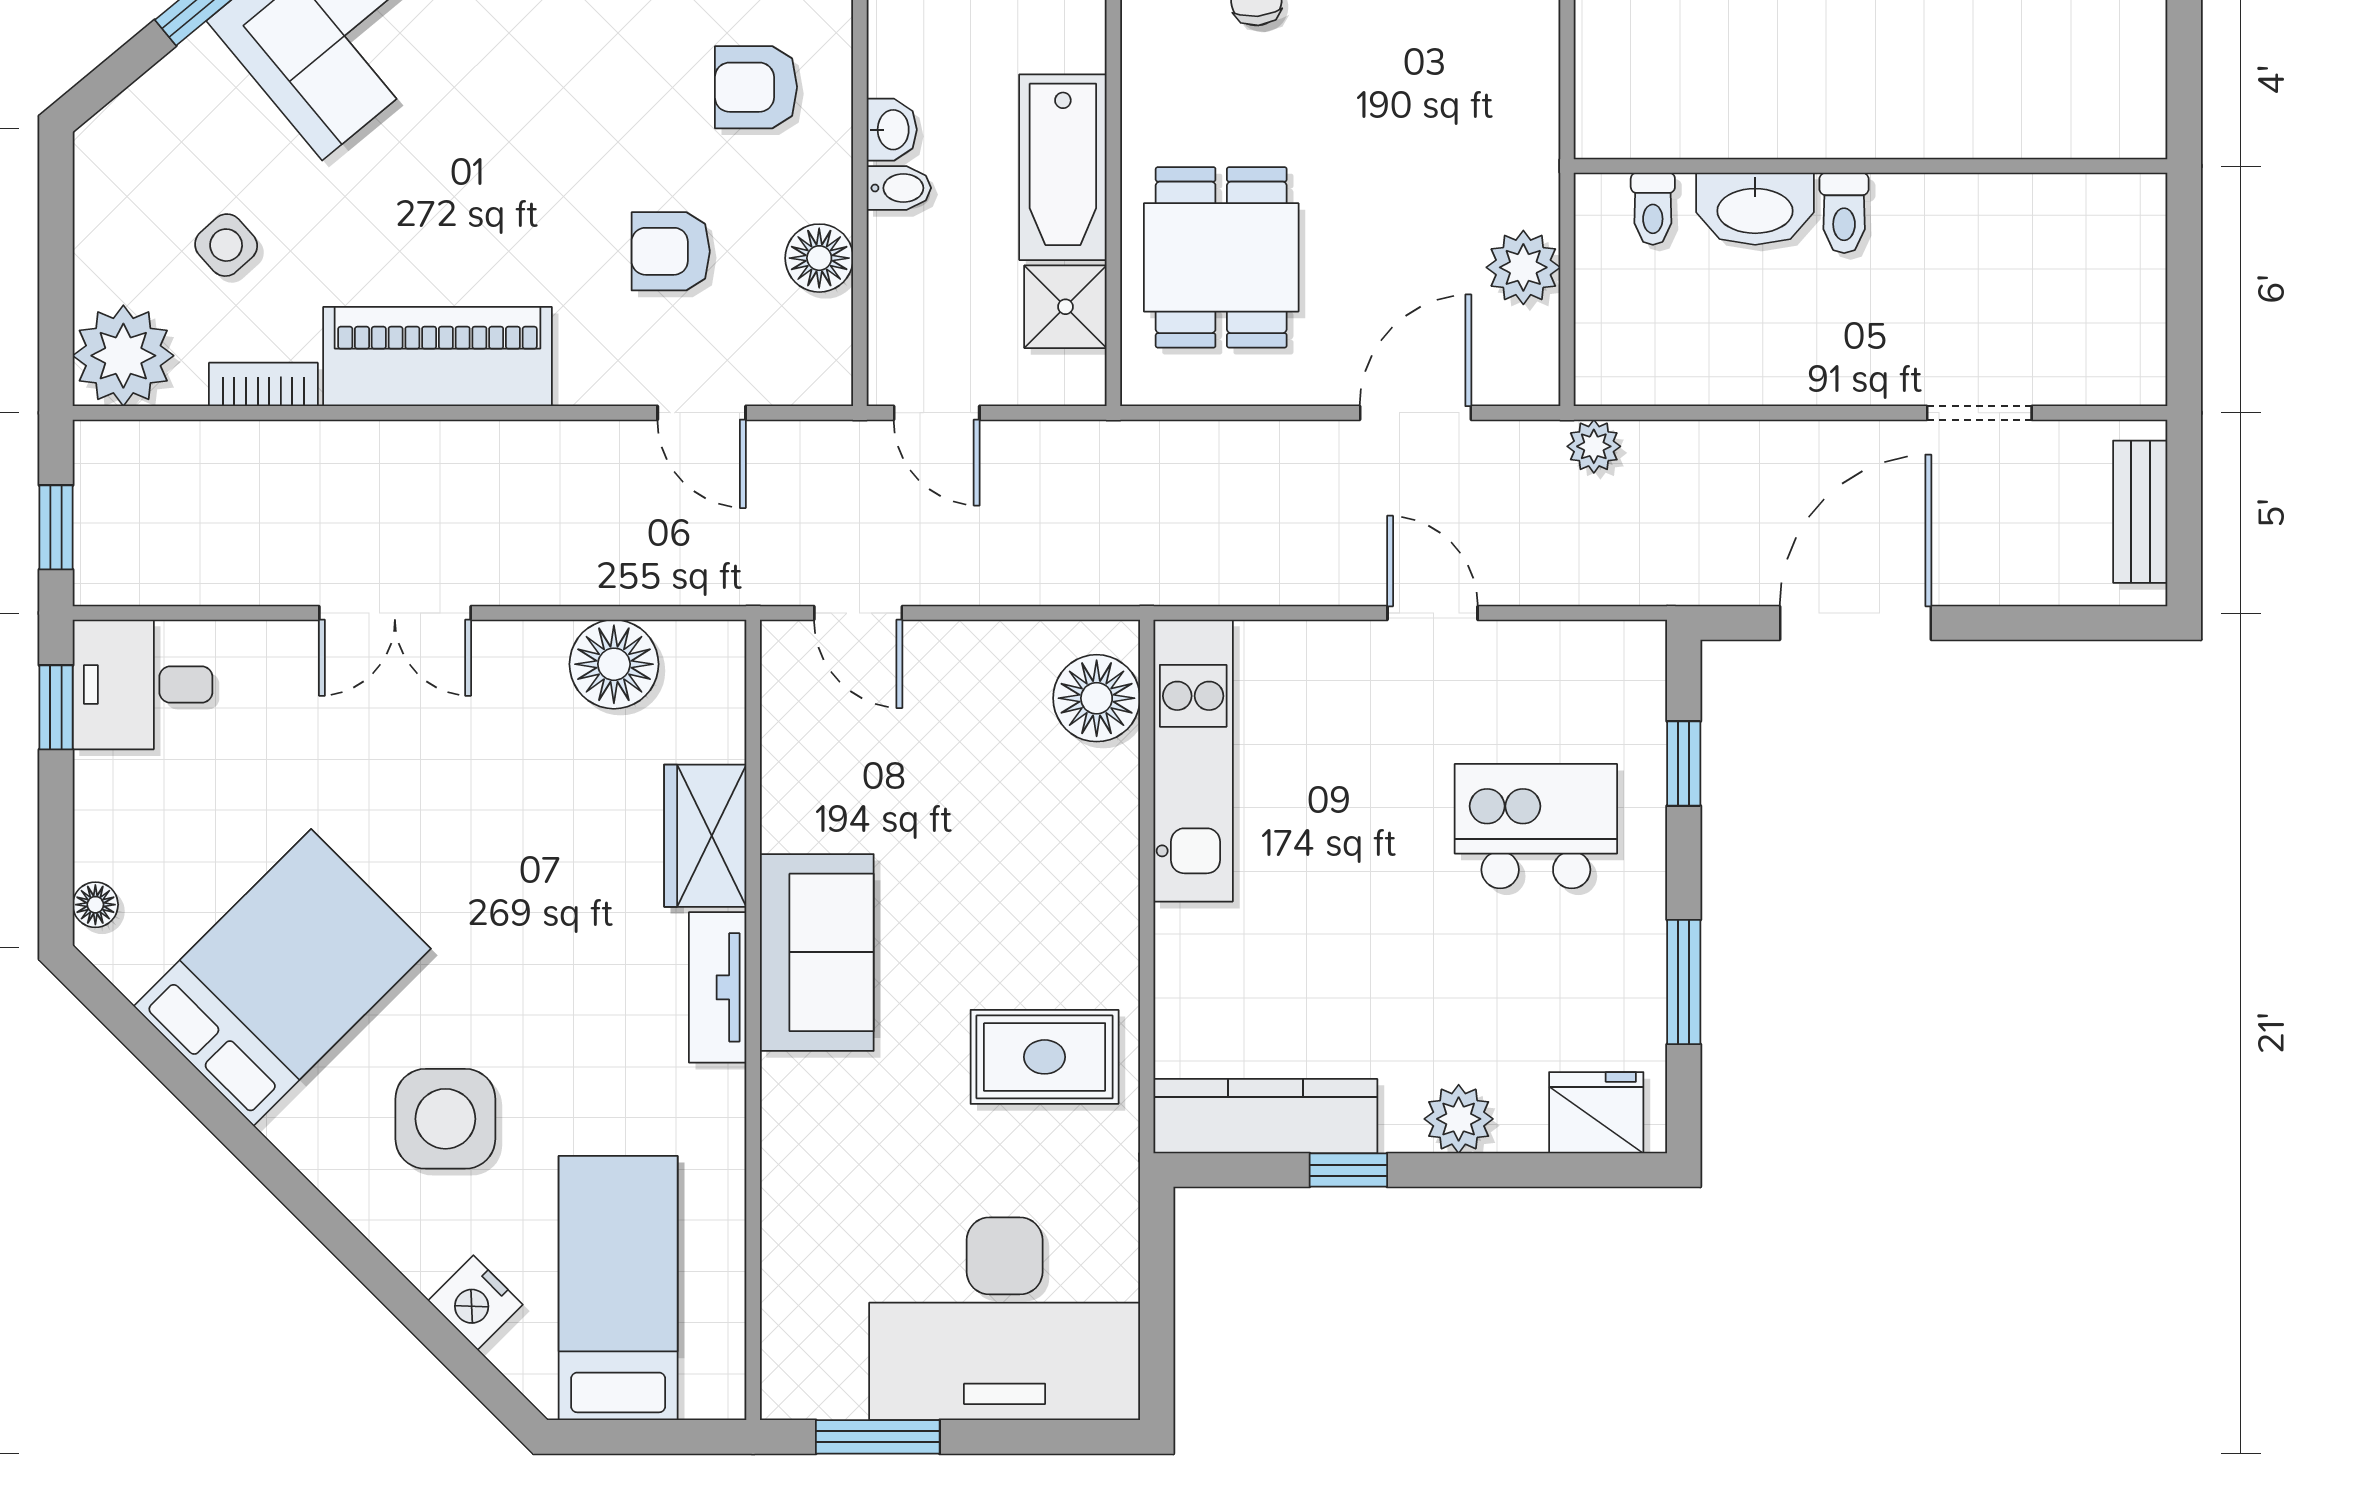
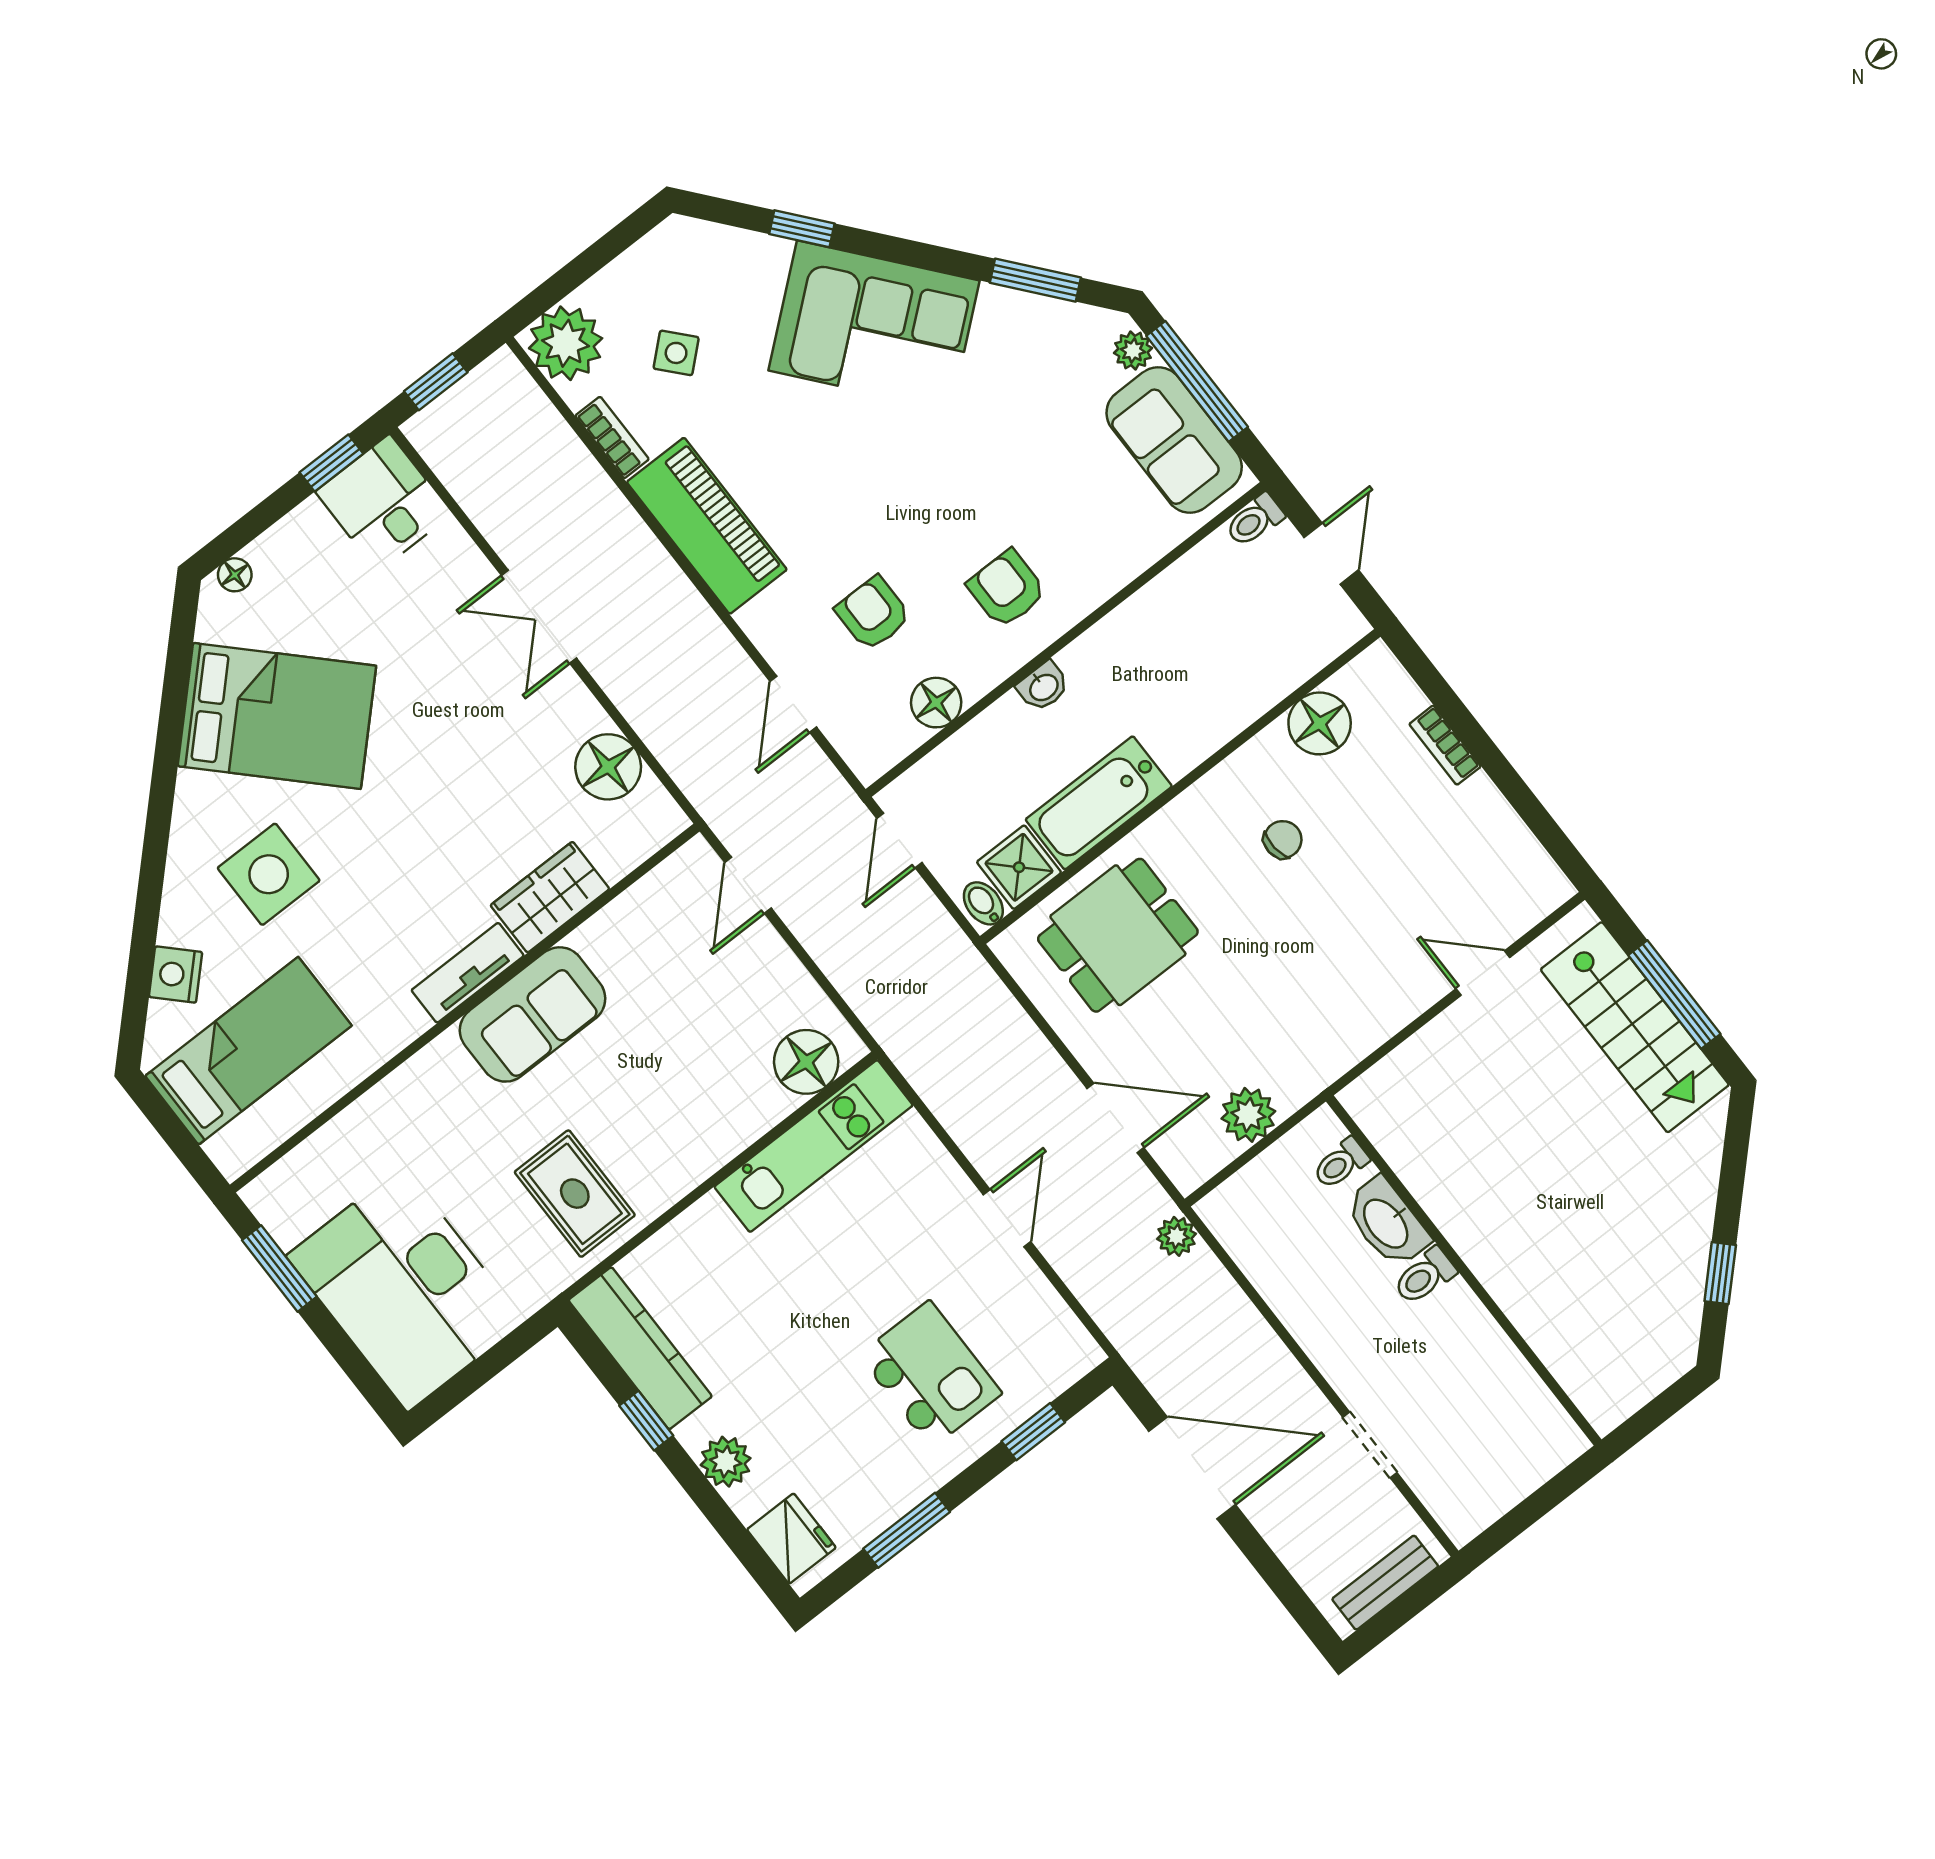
bidet: (899, 188) -> (983, 903), moved, turned 180

